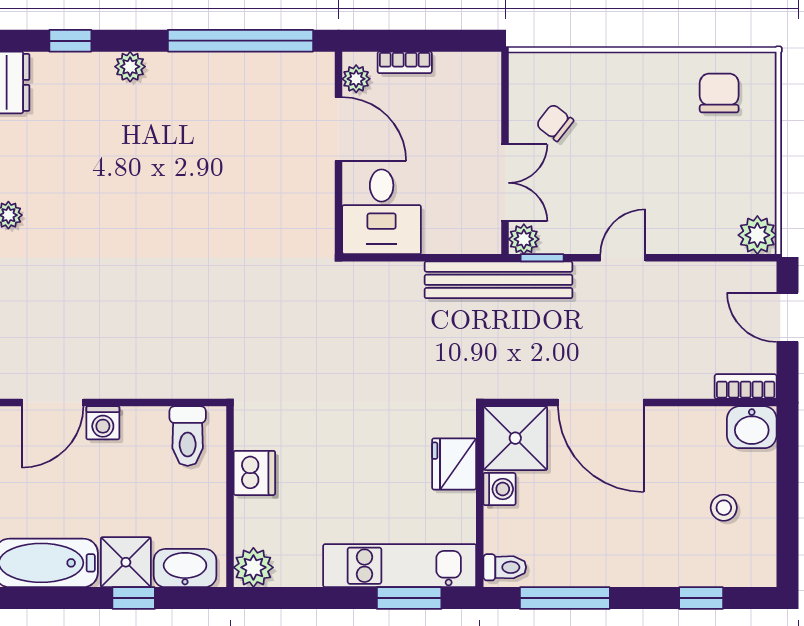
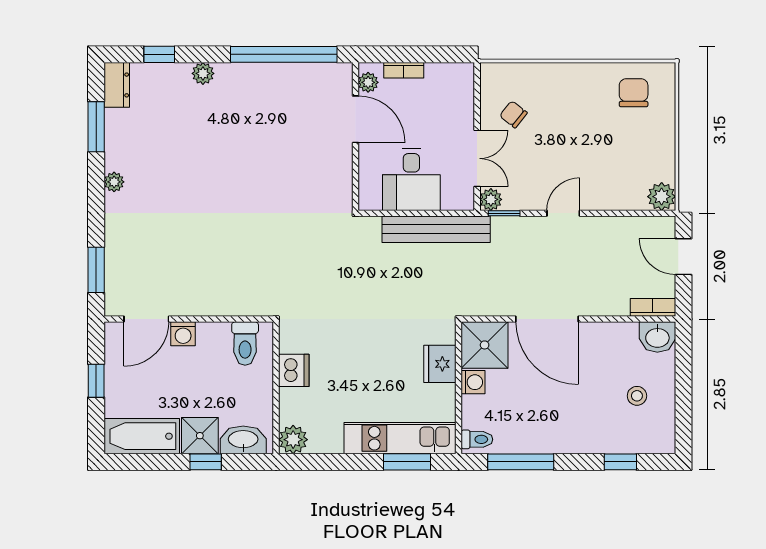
desk: (382, 212) -> (411, 180), moved
bench: (498, 280) -> (436, 229), moved

